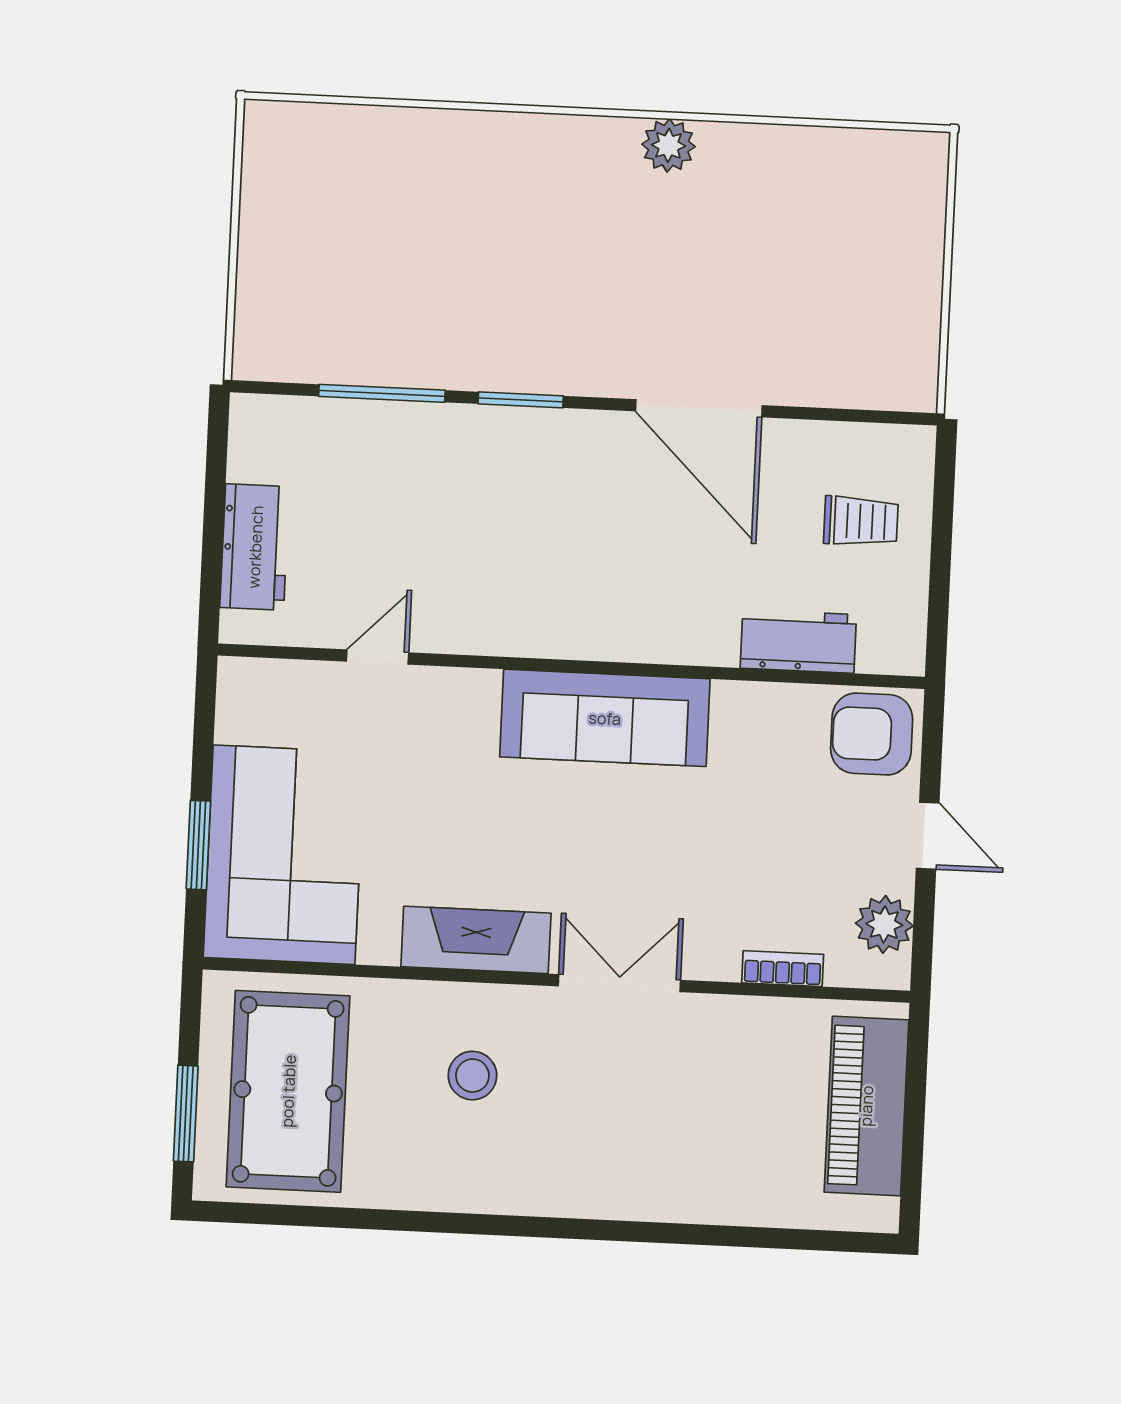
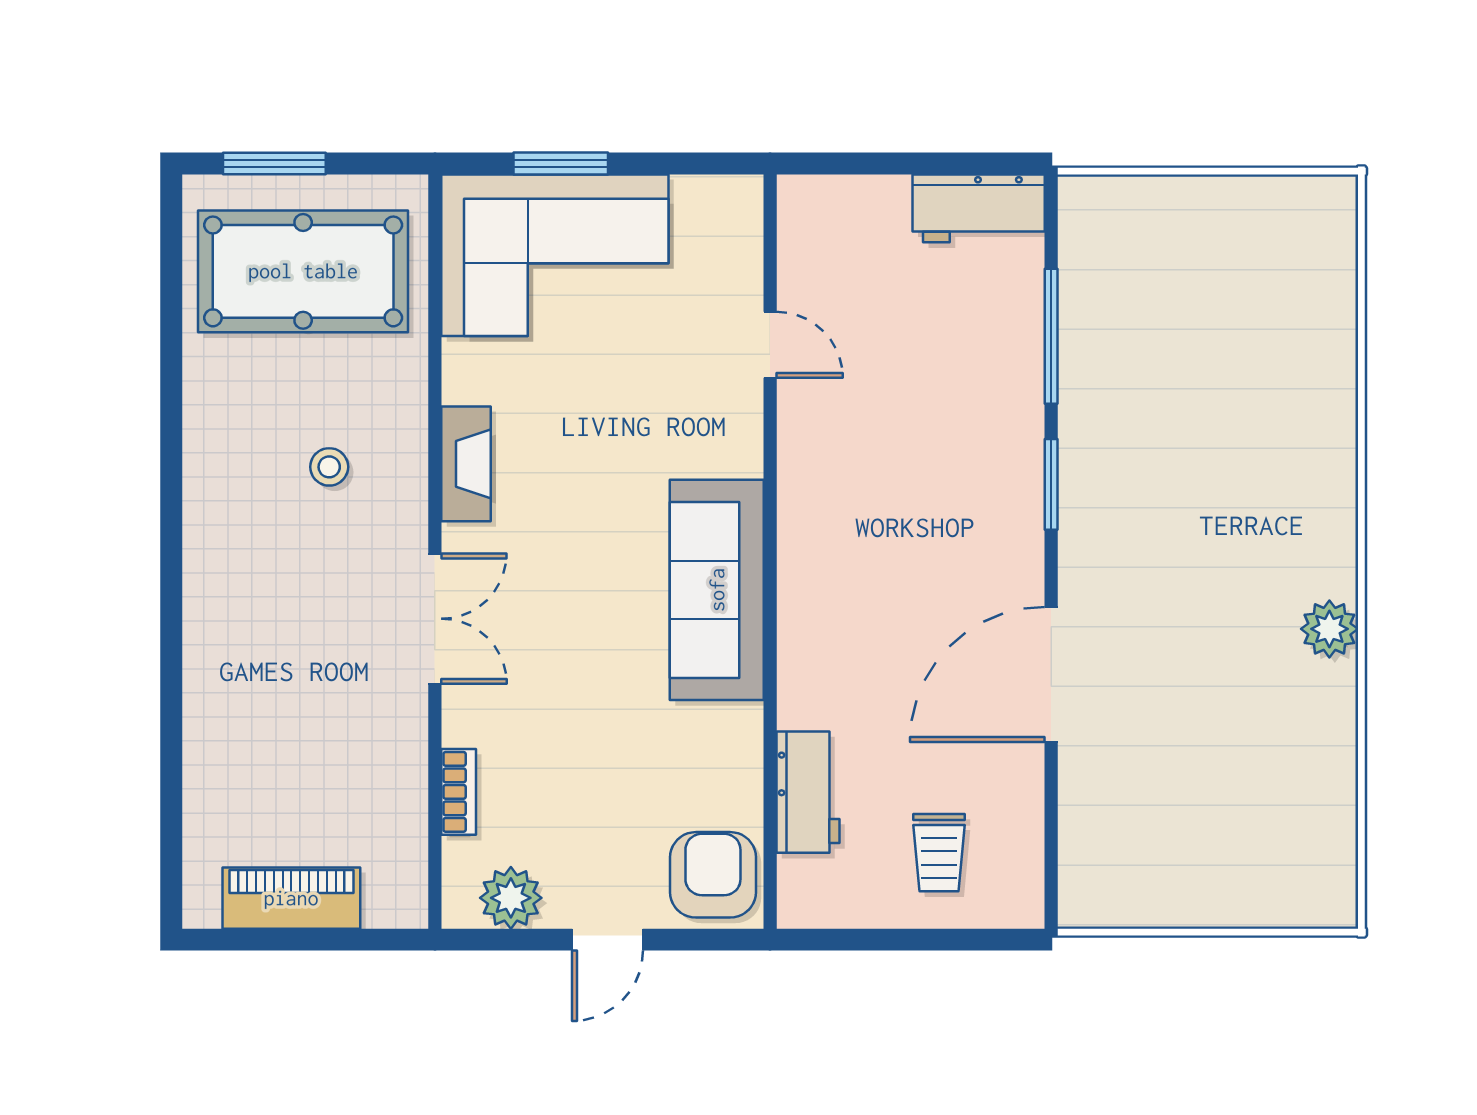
workbench: (255, 547) -> (979, 208), moved
fireplace: (476, 940) -> (466, 464), width x0.73, depth x0.76
stool: (472, 1076) -> (329, 467), width x0.73, depth x0.73
piano: (866, 1106) -> (291, 898), width x0.73, depth x0.75

